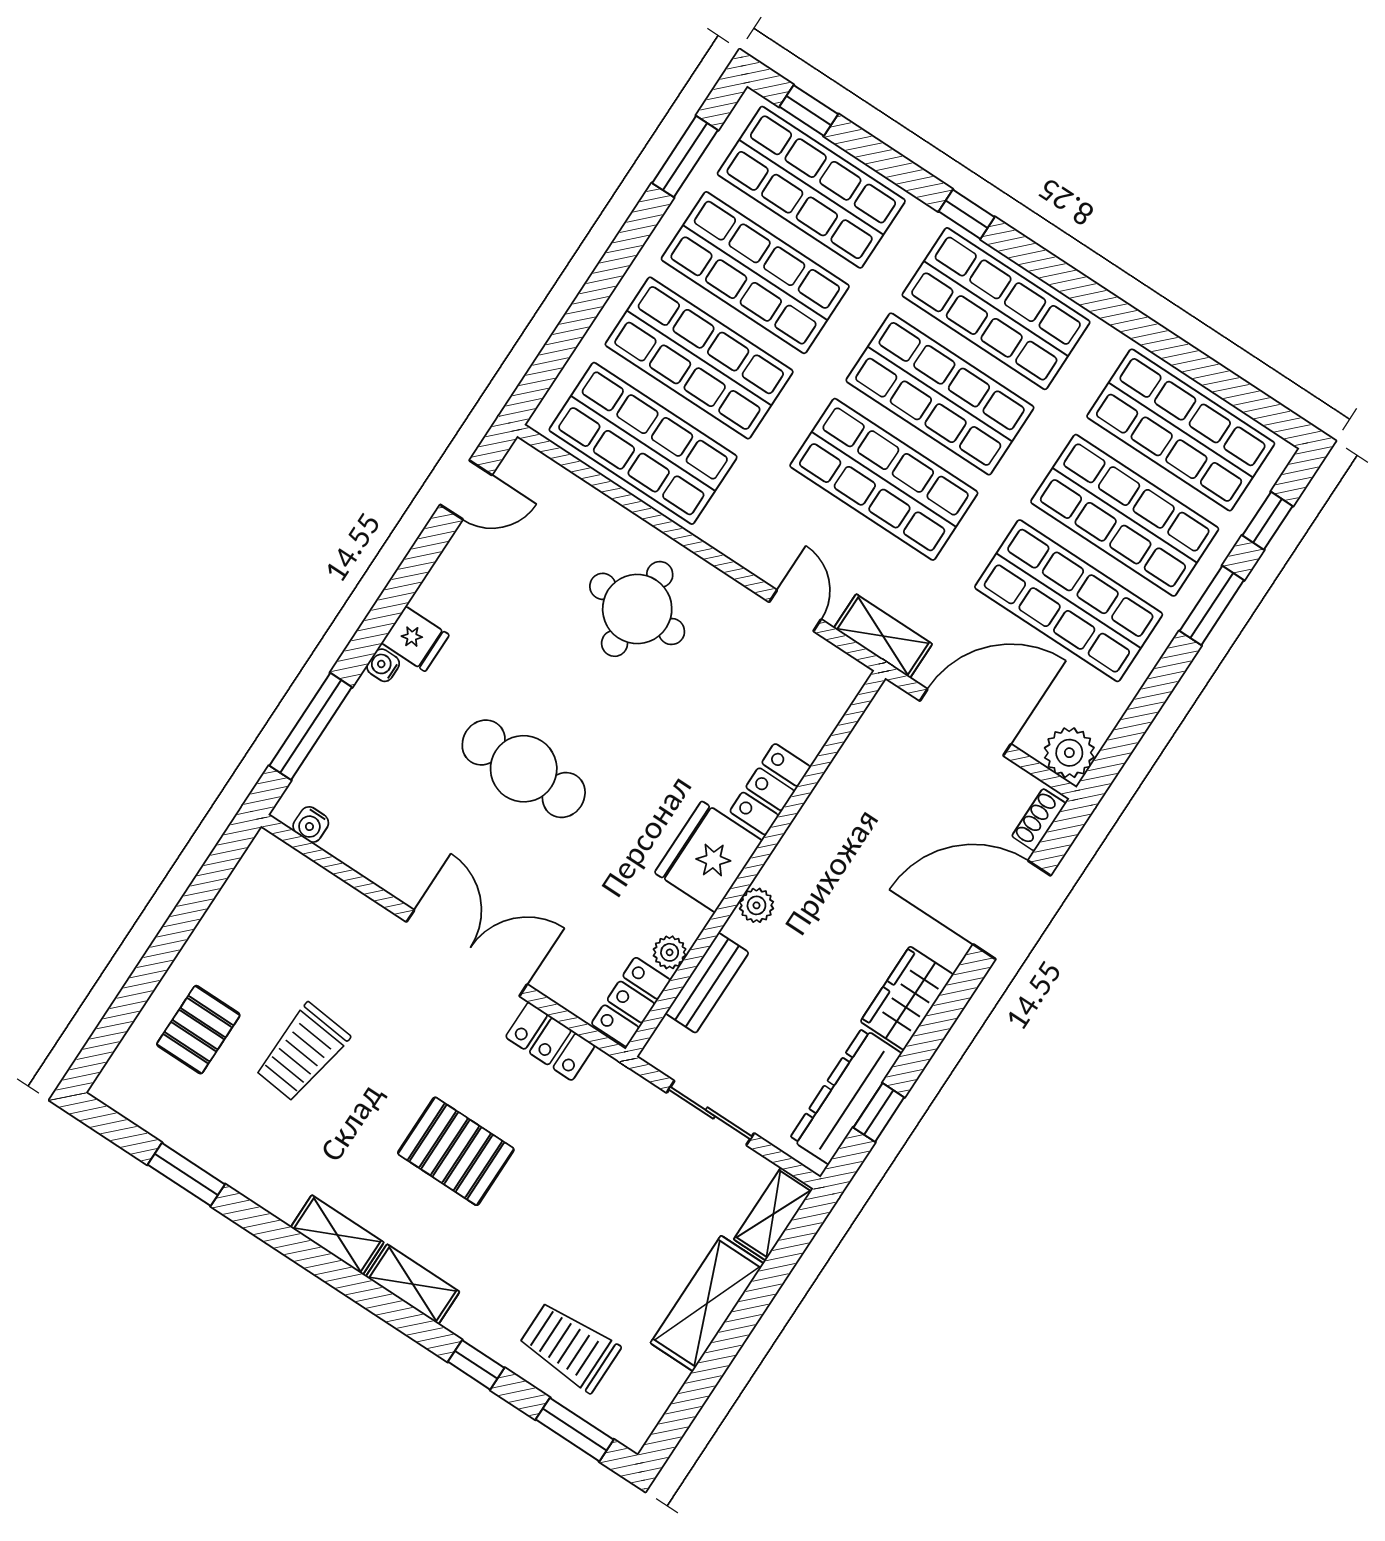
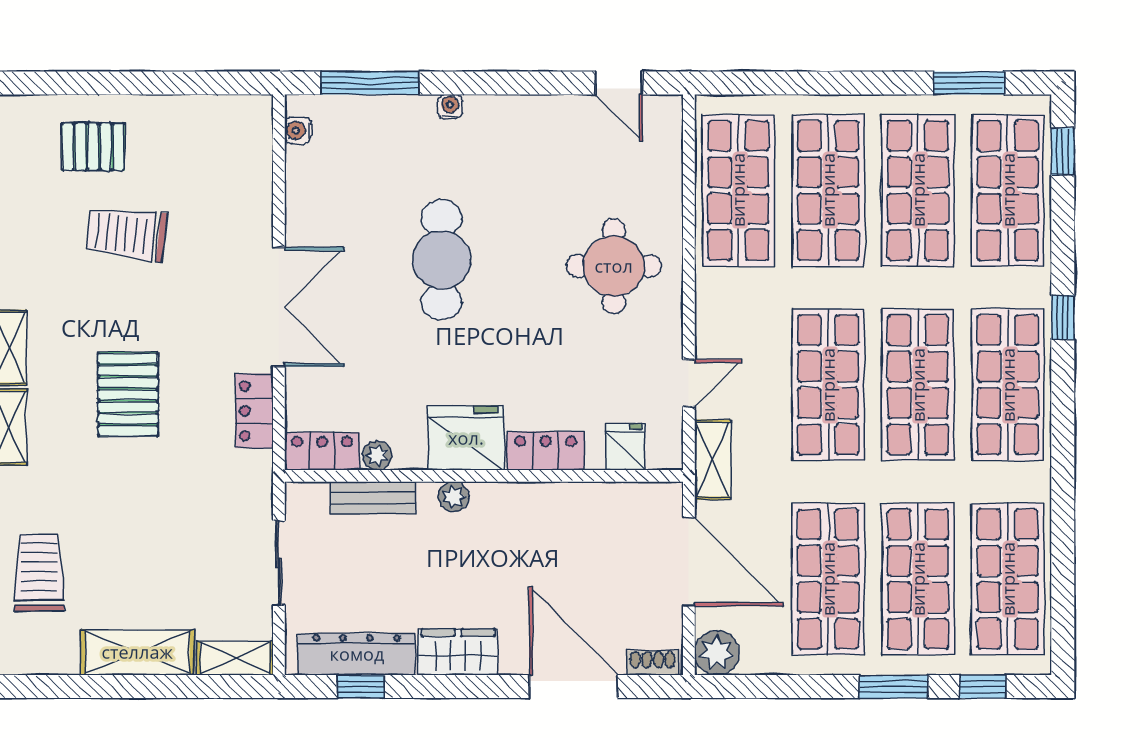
fridge: (415, 639) -> (625, 447), moved, turned 180

